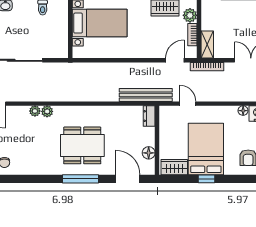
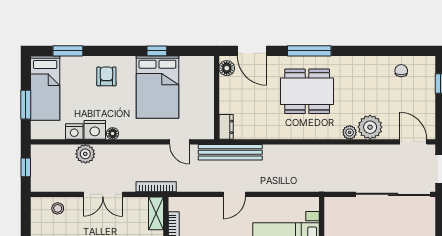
door: (175, 60) -> (234, 194), moved
plant: (35, 111) -> (370, 127), width x1.88, depth x1.88
floor lamp: (149, 153) -> (227, 68), moved
wardrobe: (174, 167) -> (196, 65), removed

